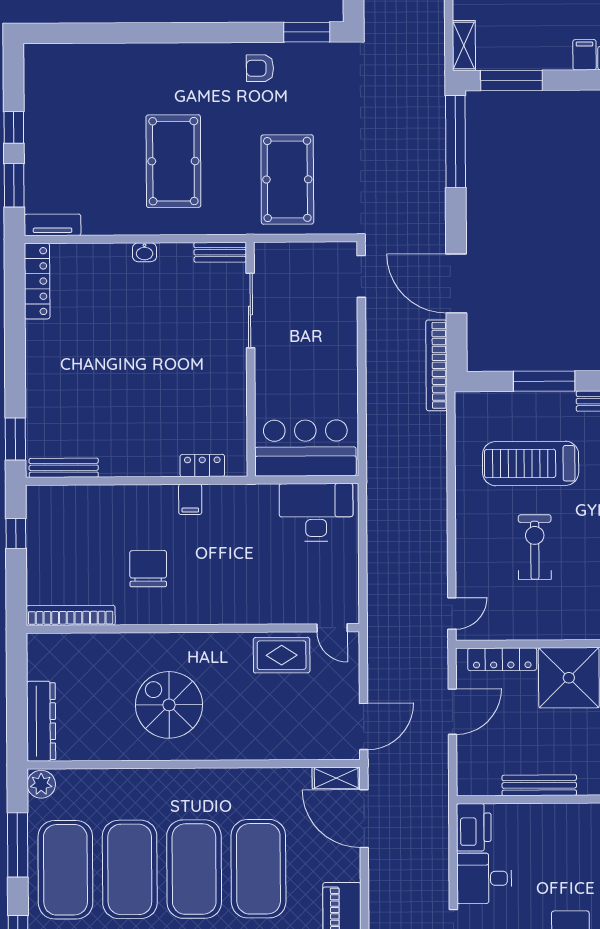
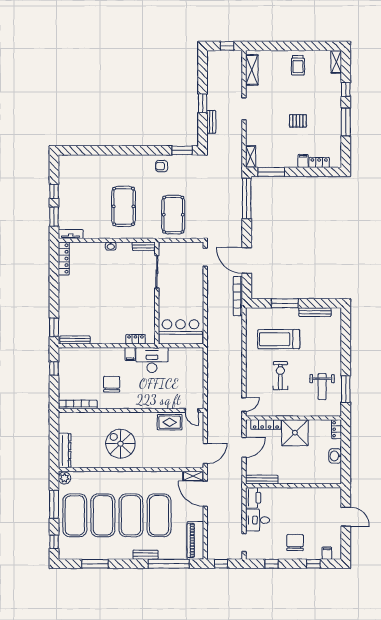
desk: (316, 512) -> (152, 360), moved
bench: (539, 785) -> (262, 480), moved

